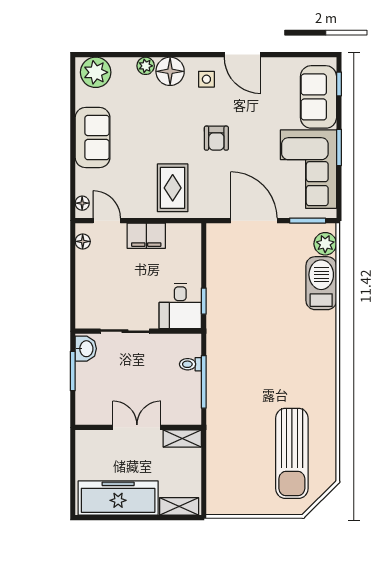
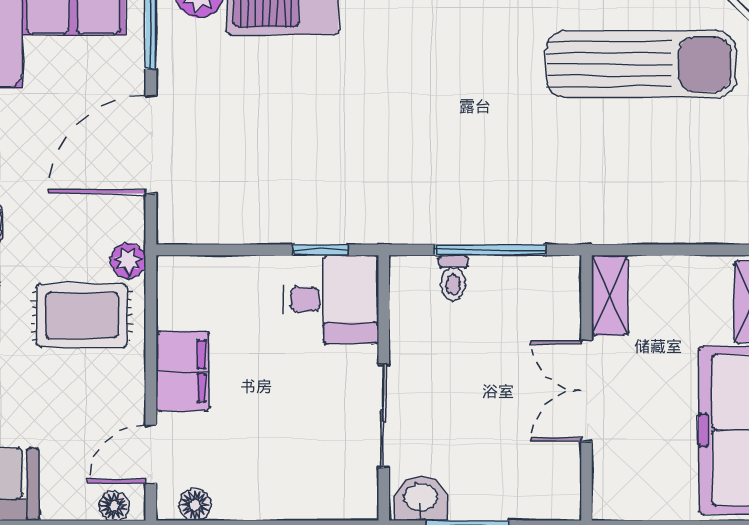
plant: (199, 210) -> (128, 261), added

